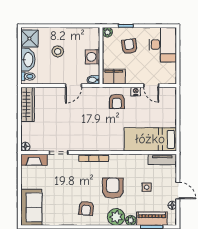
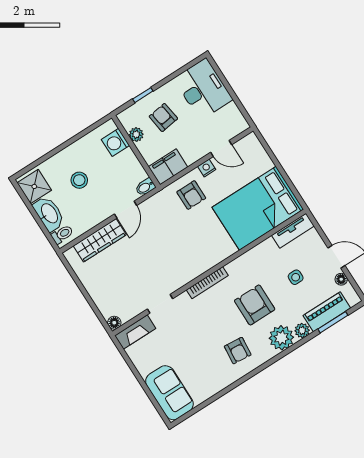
plant: (107, 32) -> (136, 134), moved
washing machine: (92, 57) -> (115, 142), moved
wardrobe: (27, 104) -> (100, 240), moved, turned 90
bed: (150, 139) -> (258, 208), width x1.50

